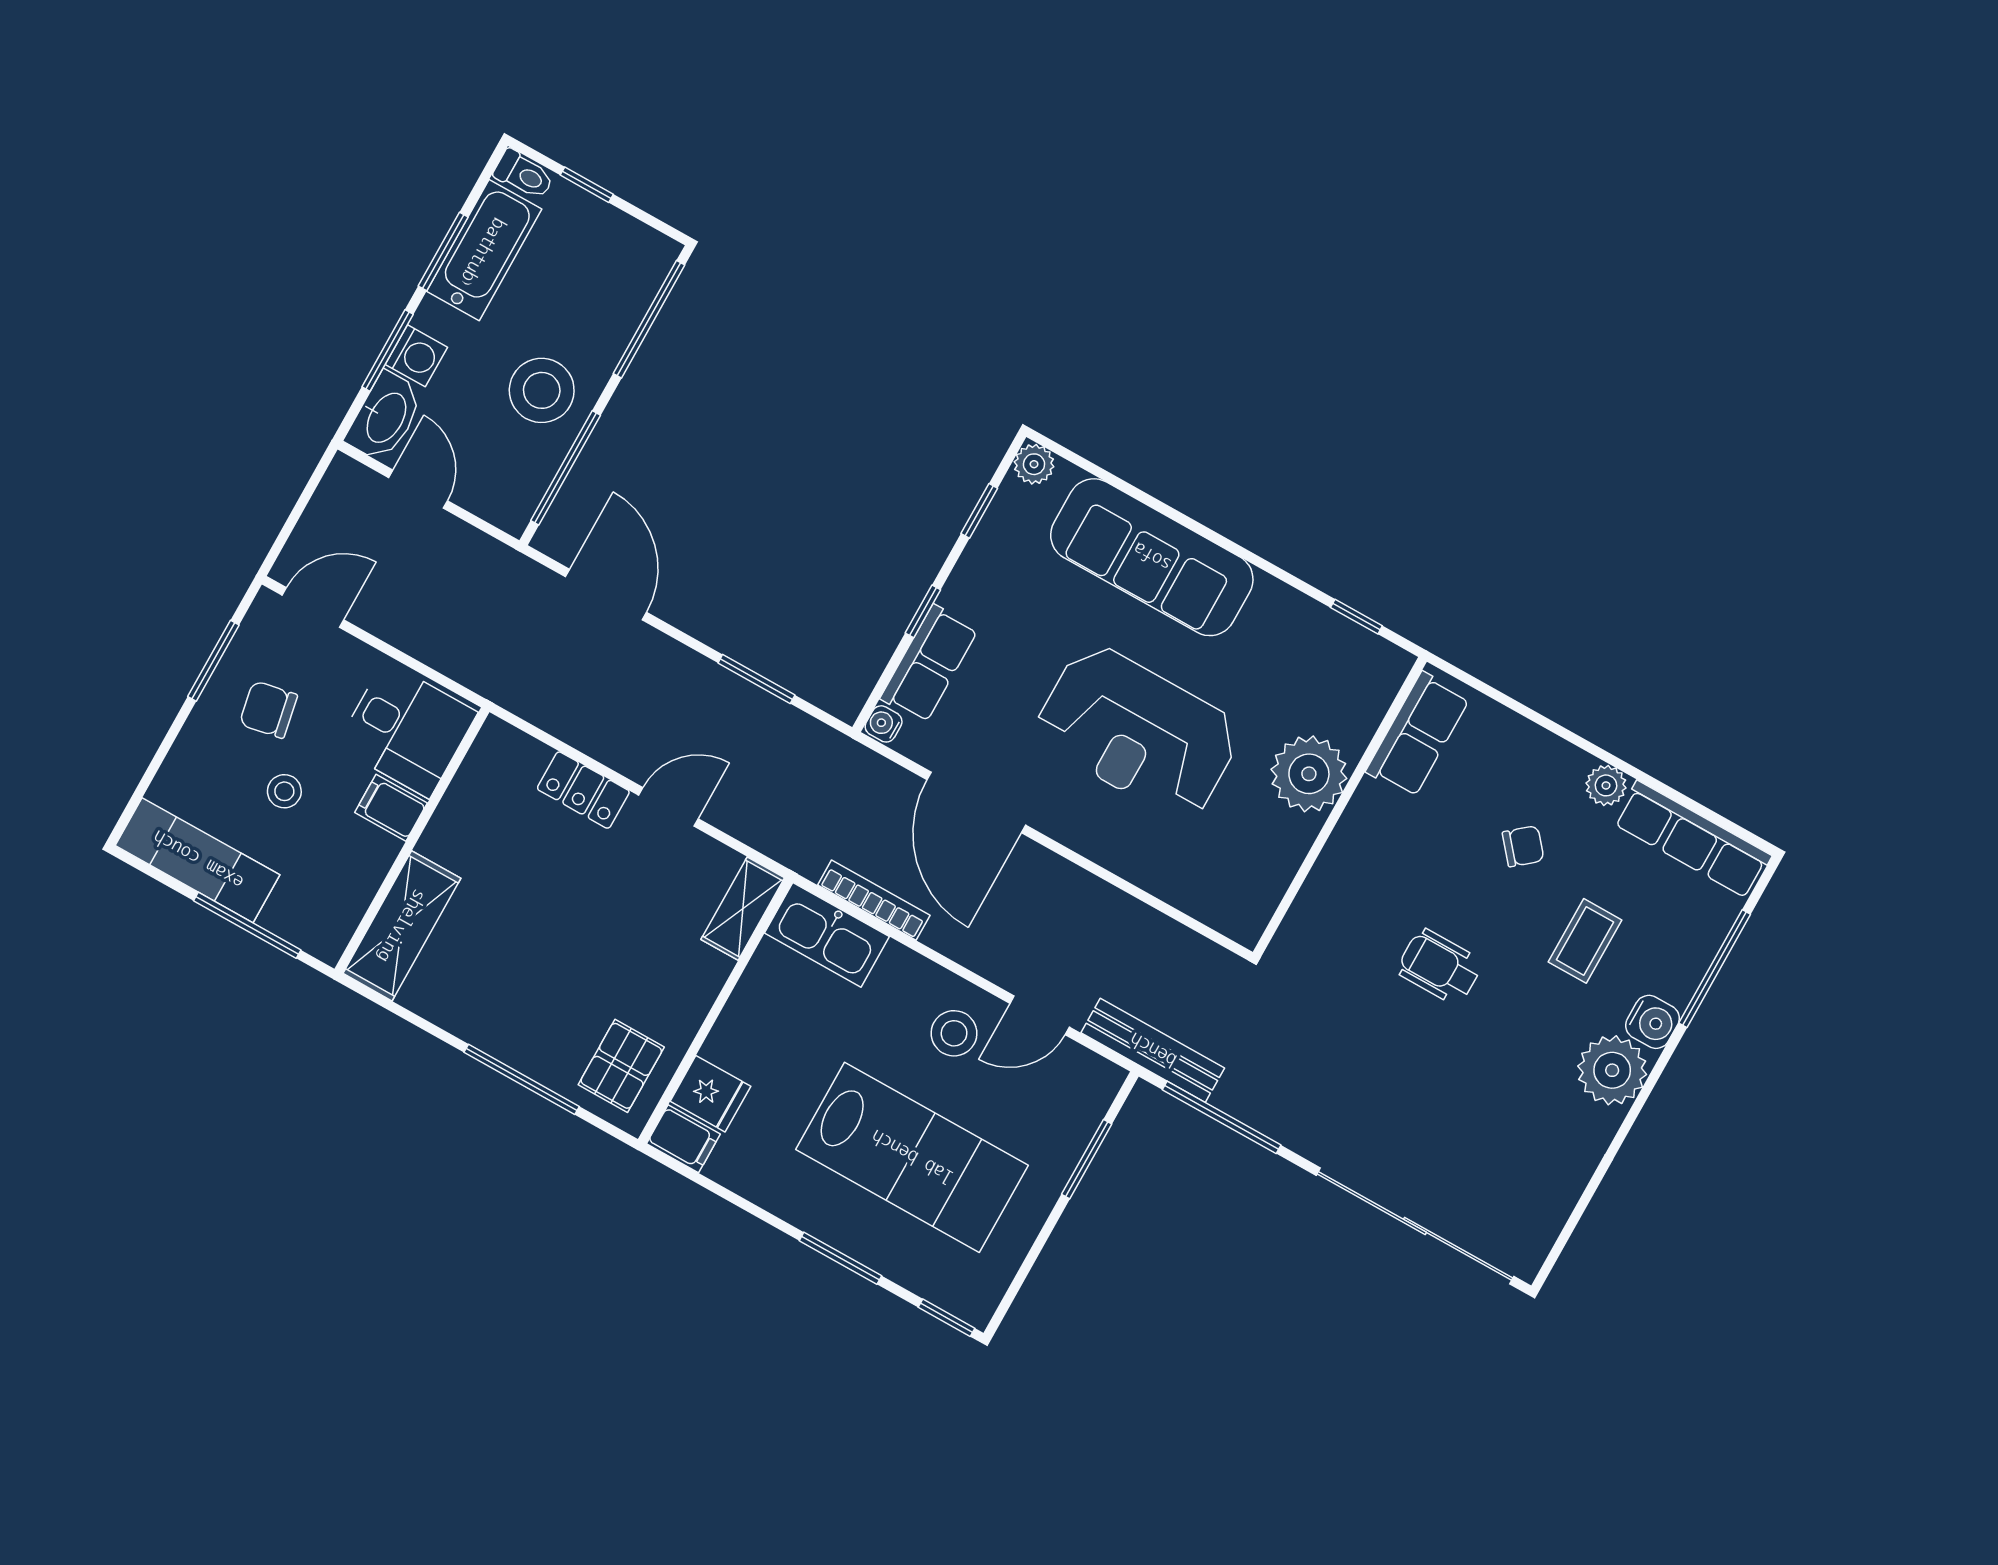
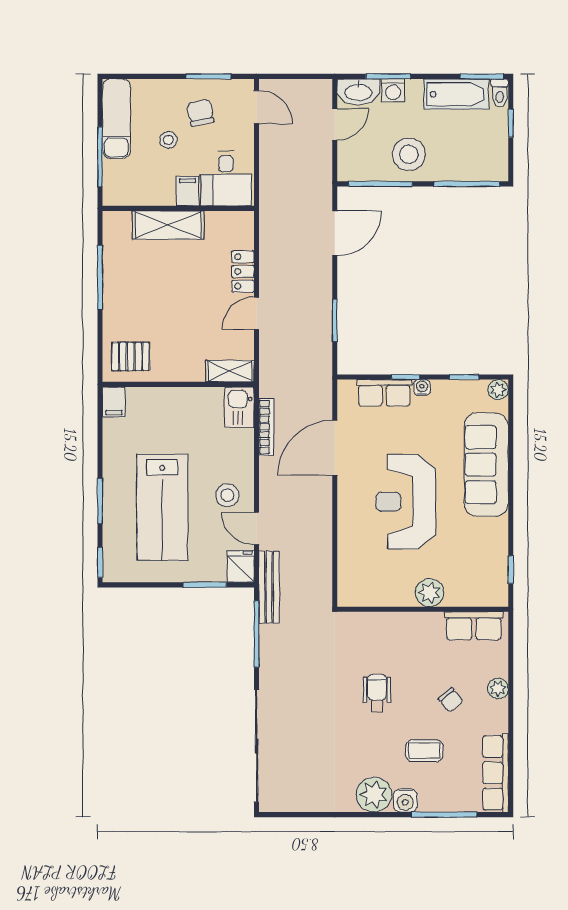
window: (443, 251) -> (482, 76), moved
water cooler: (884, 724) -> (422, 388), moved
plant: (1309, 774) -> (430, 593), width x0.73, depth x0.73
plant: (1606, 785) -> (498, 689), moved
door: (668, 807) -> (256, 313), swing flipped
shelving: (402, 926) -> (168, 225), moved
kitchen sink: (827, 935) -> (239, 407), width x0.73
window: (522, 1079) -> (100, 277), moved
fridge: (710, 1094) -> (241, 566), moved, turned 180

